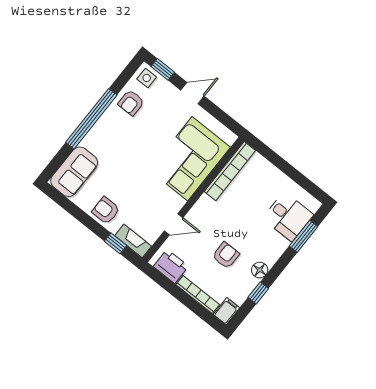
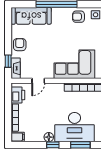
sofa: (74, 172) -> (31, 16), width x1.36
desk: (288, 217) -> (75, 127), width x1.87, depth x1.30
door: (174, 224) -> (38, 81), hinge flipped
armchair: (226, 255) -> (43, 116), removed
window: (258, 293) -> (53, 145), moved

